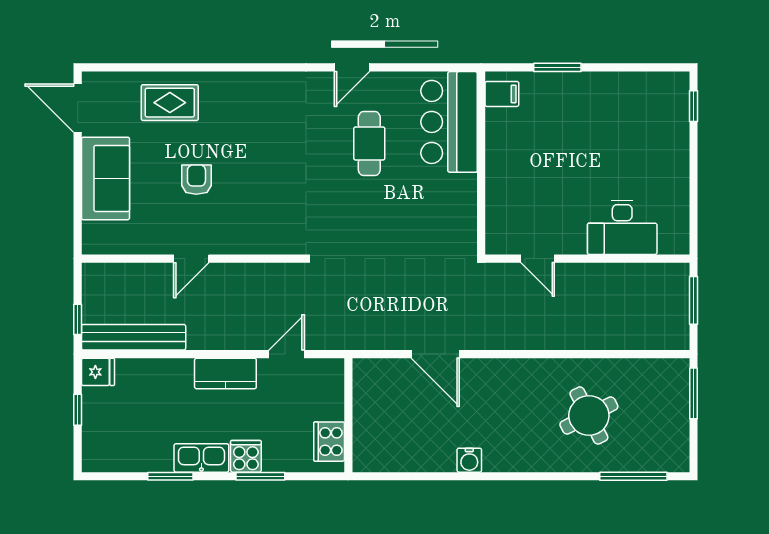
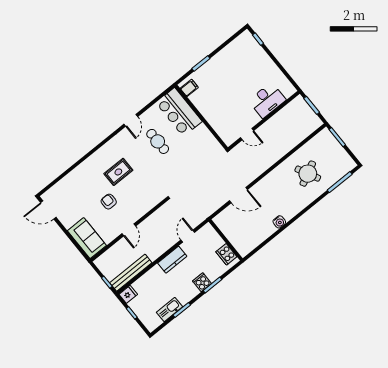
rug: (170, 103) -> (118, 172), moved
sofa: (105, 178) -> (87, 238), moved
kitchen sink: (201, 458) -> (170, 310), moved

